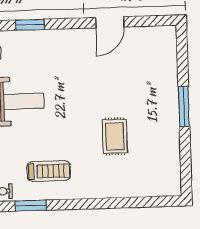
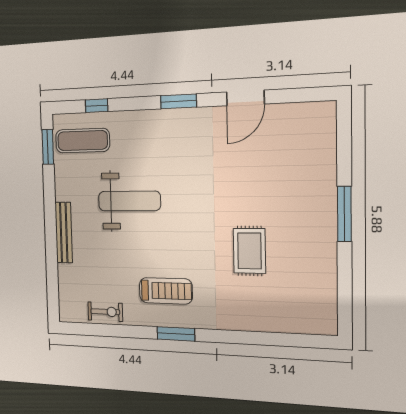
window: (30, 25) -> (178, 101), moved
window: (31, 206) -> (176, 334), moved

